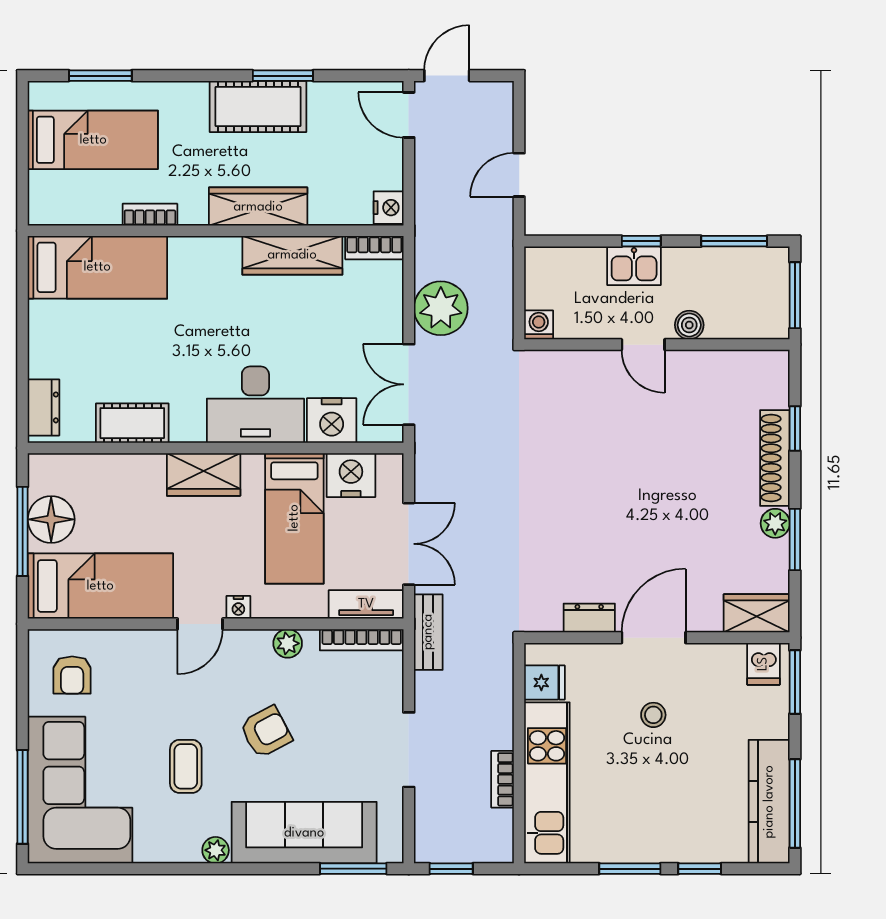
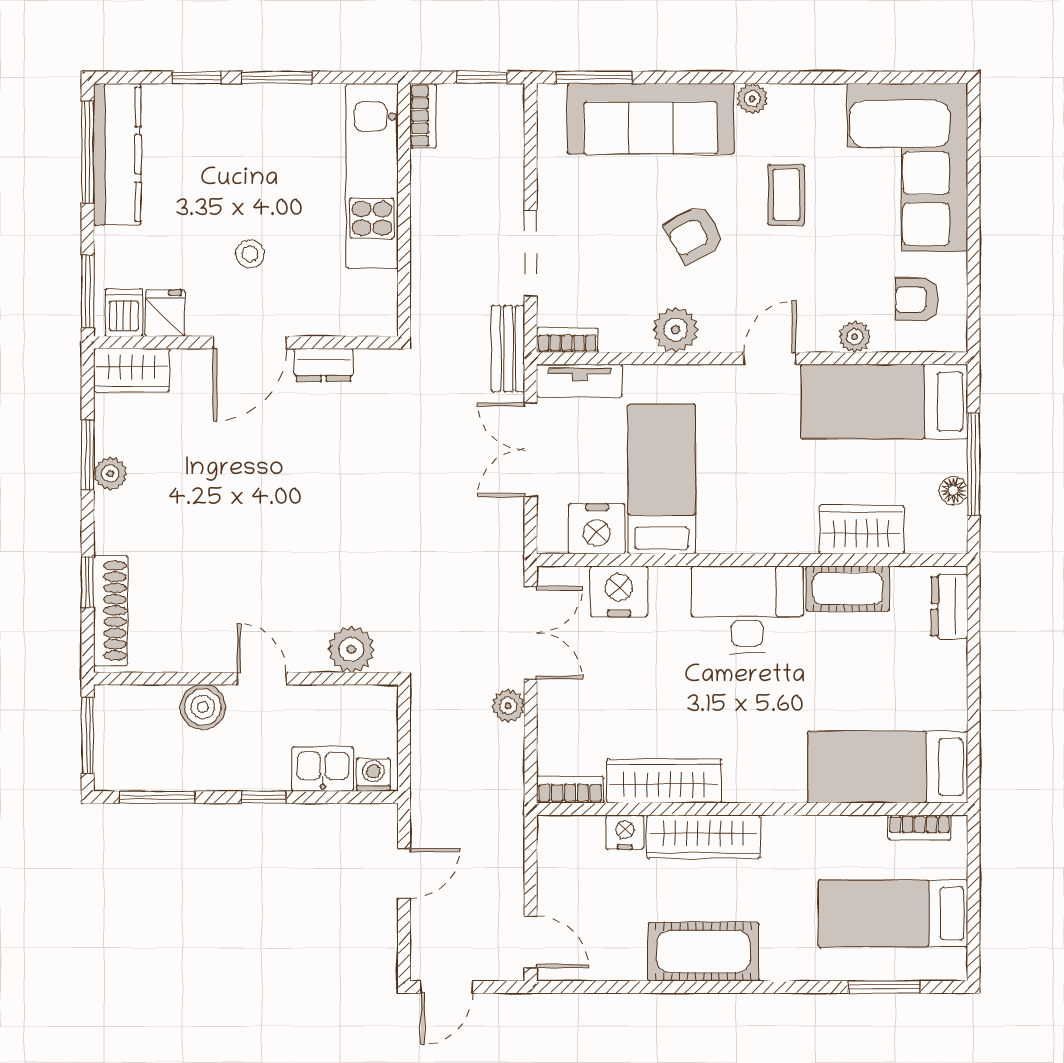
window: (283, 76) -> (675, 987), removed
door: (447, 76) -> (447, 987), moved
nightstand: (389, 208) -> (625, 832), moved, turned 90
bookcase: (150, 215) -> (920, 828), moved
kitchen sink: (634, 266) -> (323, 769), moved
plant: (441, 308) -> (508, 706), width x0.53, depth x0.53
washing machine: (539, 325) -> (373, 775), moved, turned 180
boiler: (689, 325) -> (203, 707), width x1.36, depth x1.36
plant: (565, 370) -> (351, 649), added
desk: (255, 405) -> (747, 610), moved
shoe rack: (775, 458) -> (111, 611), moved
wardrobe: (204, 474) -> (861, 530), moved
floor lamp: (51, 519) -> (953, 491), width x0.53, depth x0.53
nightstand: (238, 607) -> (726, 377), removed
bookcase: (362, 640) -> (567, 340), width x0.64
plant: (126, 643) -> (855, 337), added
plant: (288, 643) -> (676, 330), width x1.38, depth x1.38
armchair: (72, 675) -> (917, 299), turned -90
fridge: (545, 682) -> (165, 313), moved, turned 90
doorway: (409, 750) -> (531, 253), moved
bookcase: (503, 779) -> (423, 116), moved
window: (23, 797) -> (974, 160), removed

